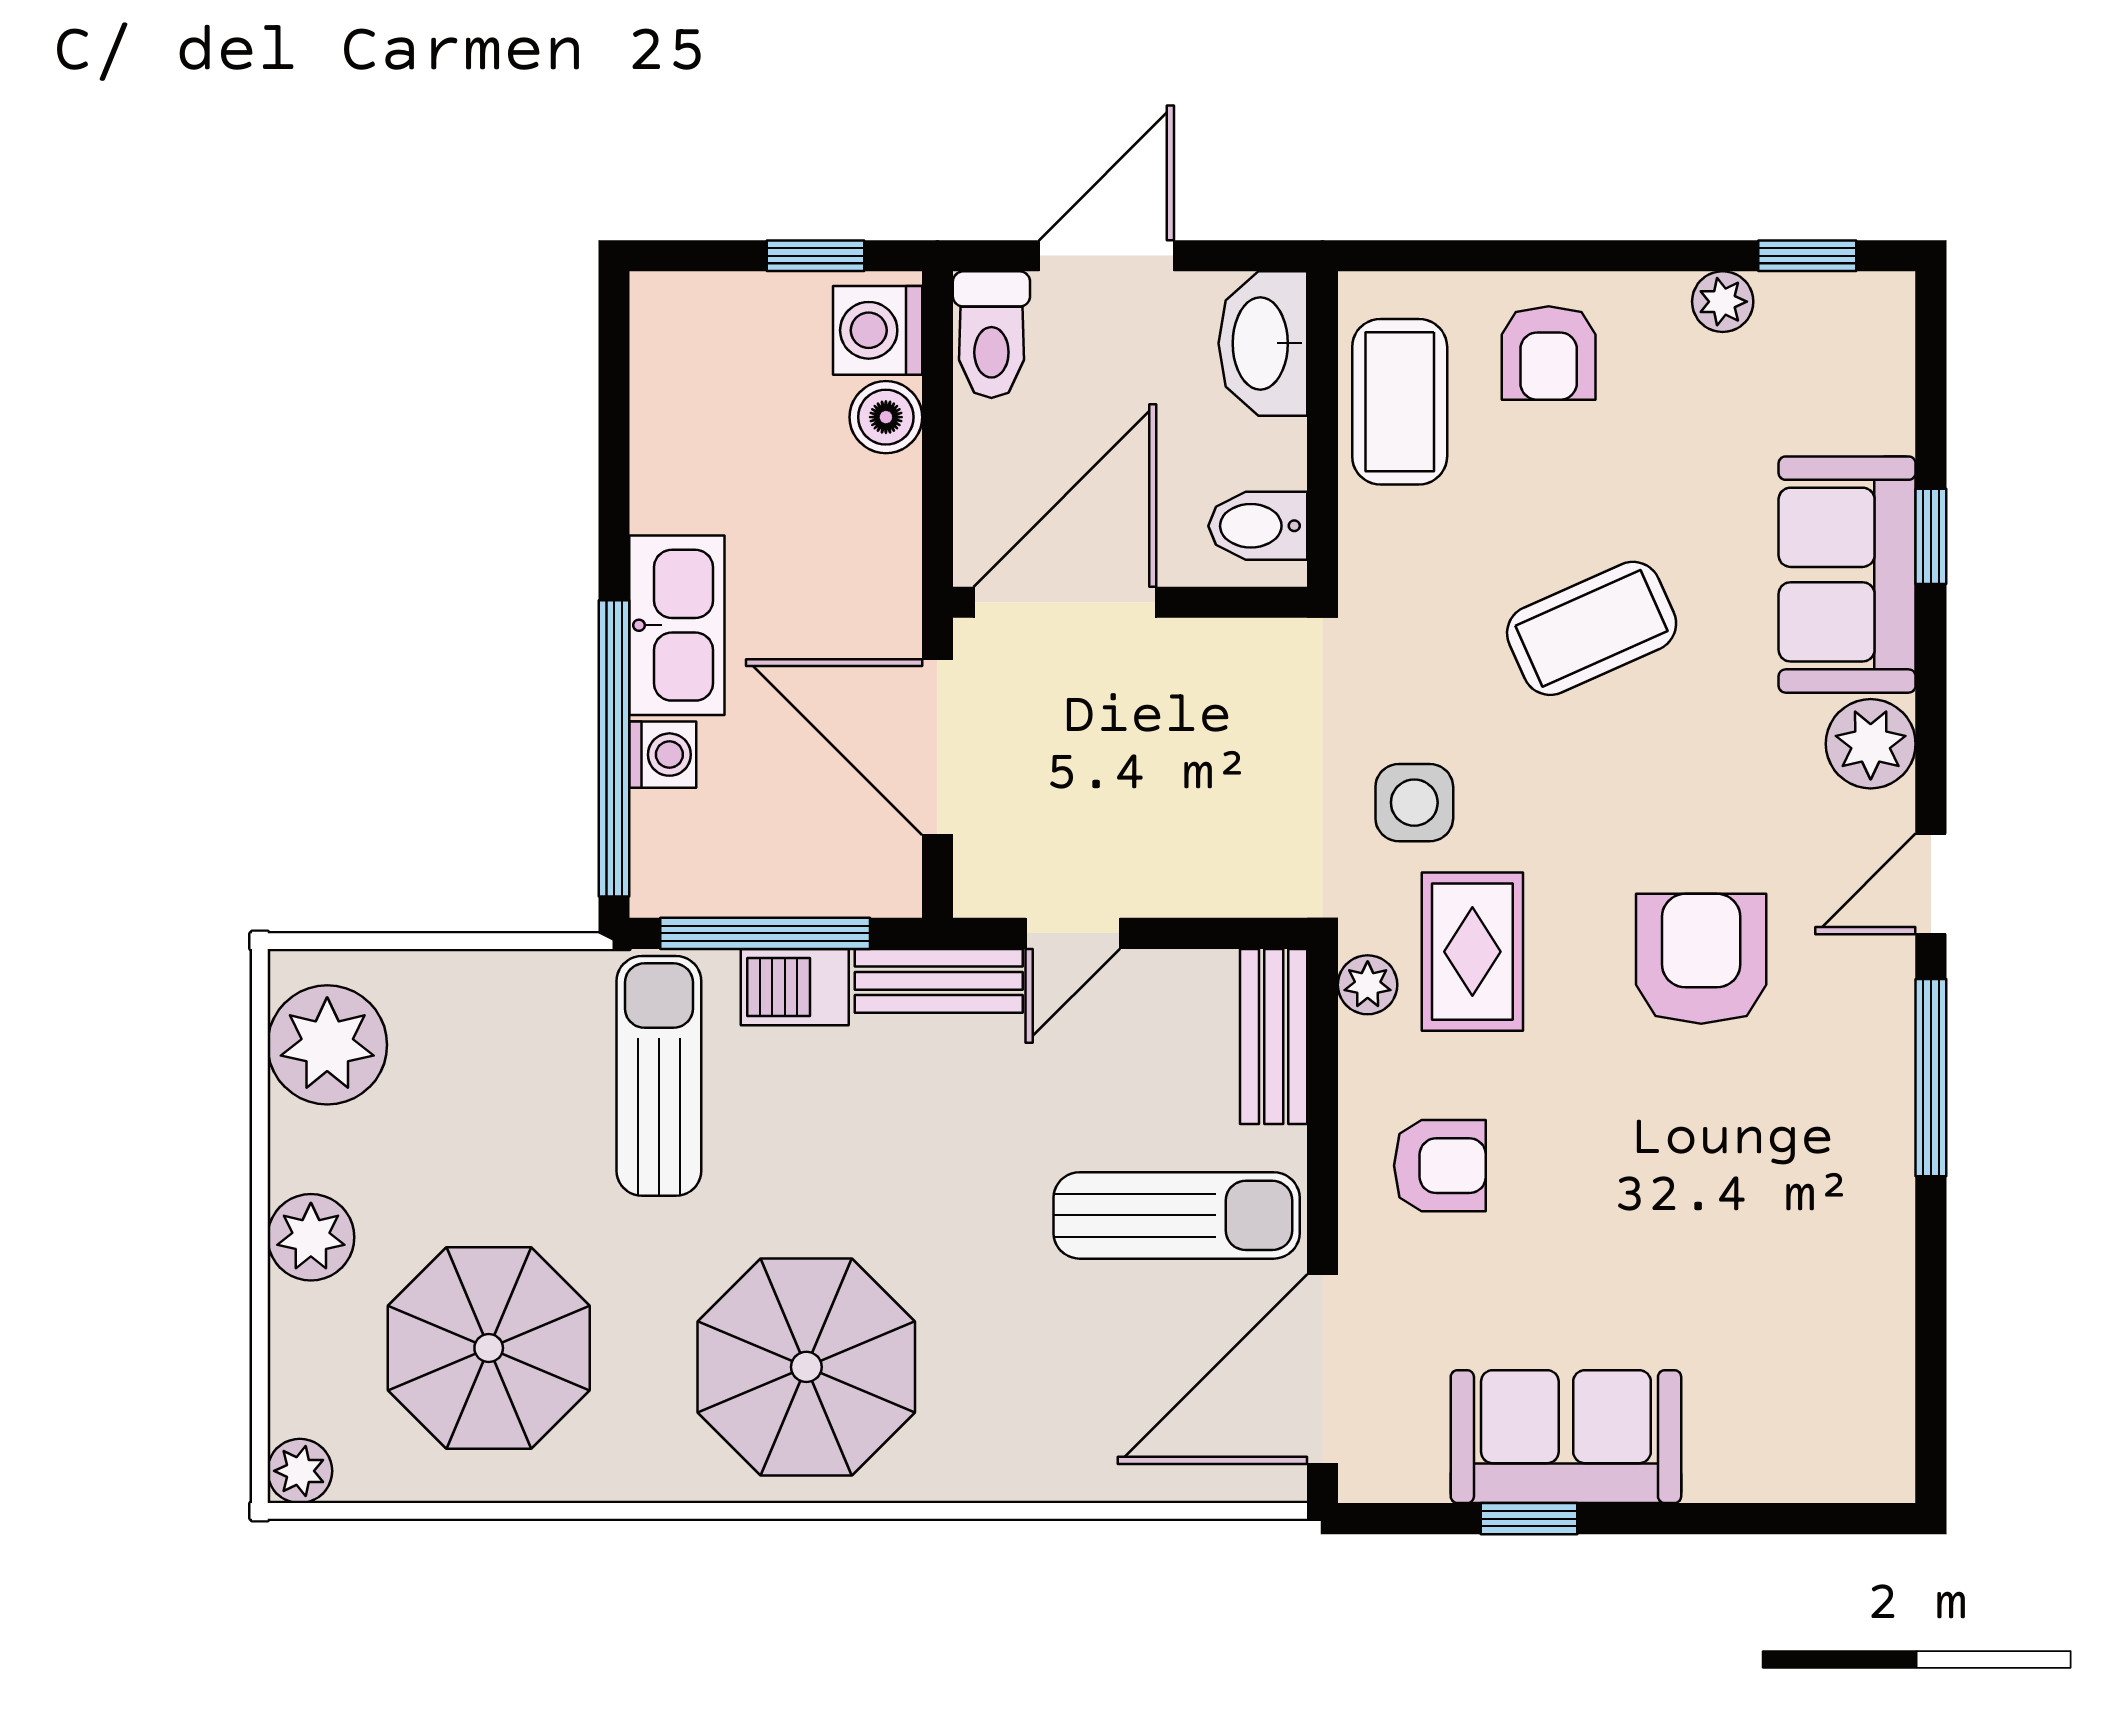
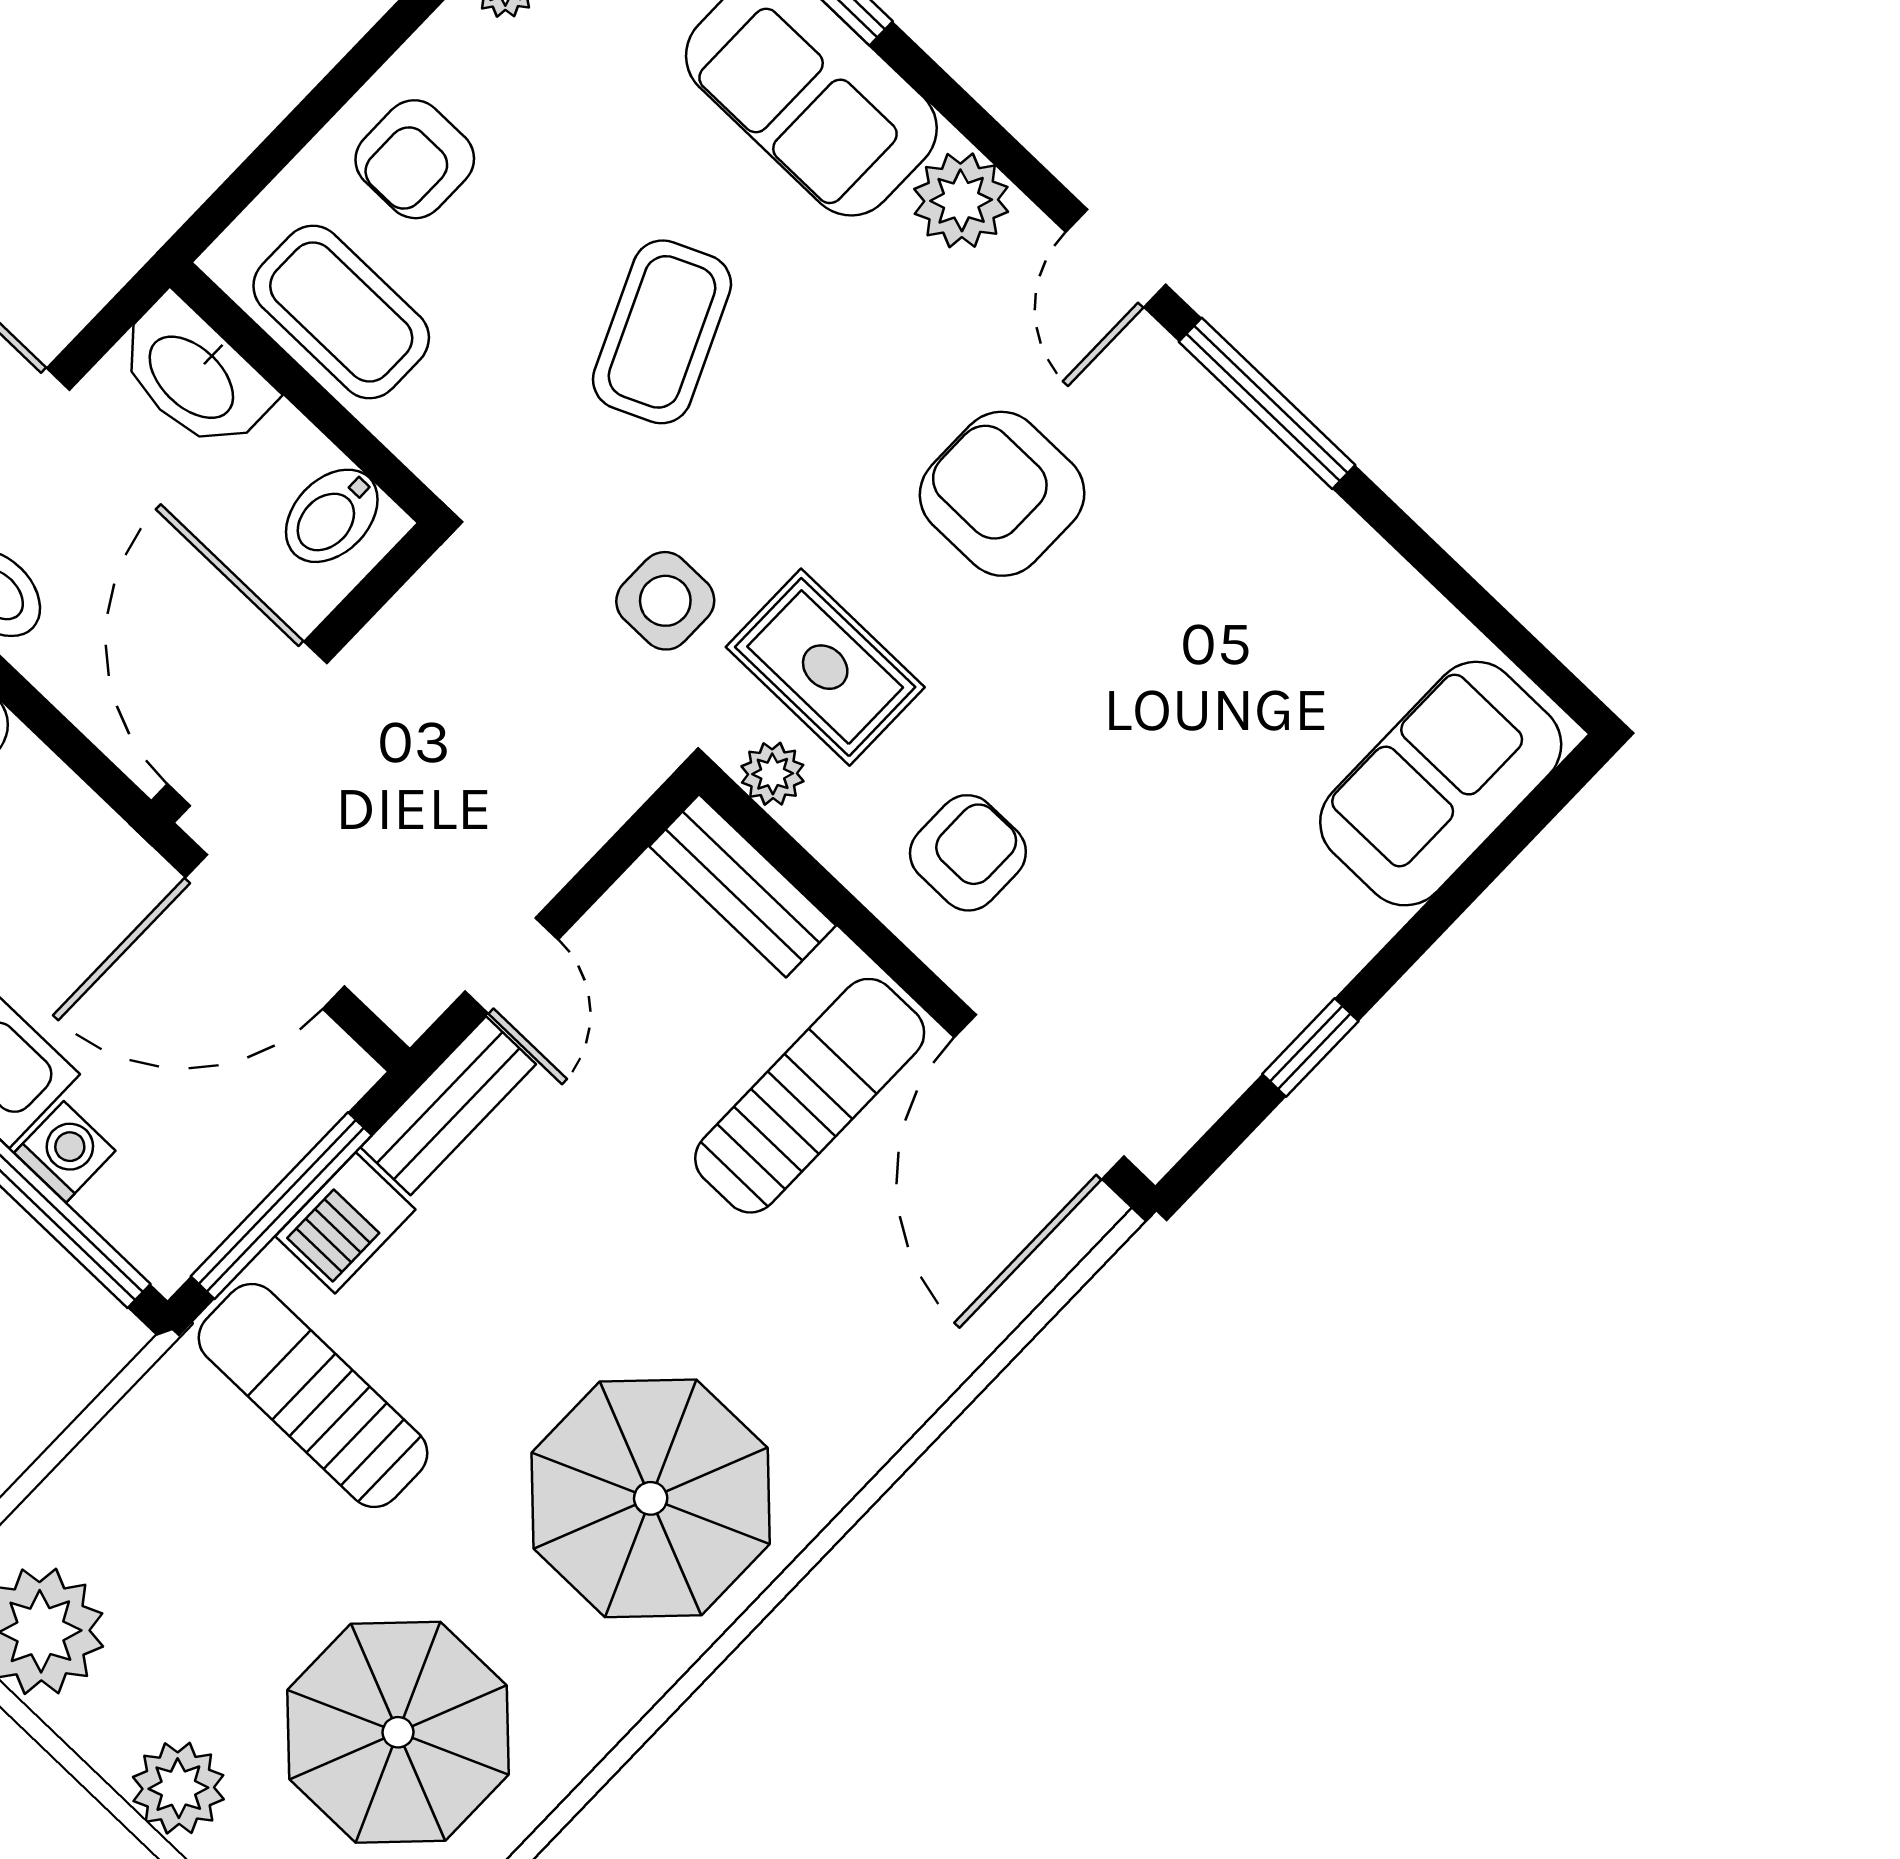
armchair: (1549, 353) -> (415, 159), turned 90
sofa: (1566, 1437) -> (1441, 784), moved

